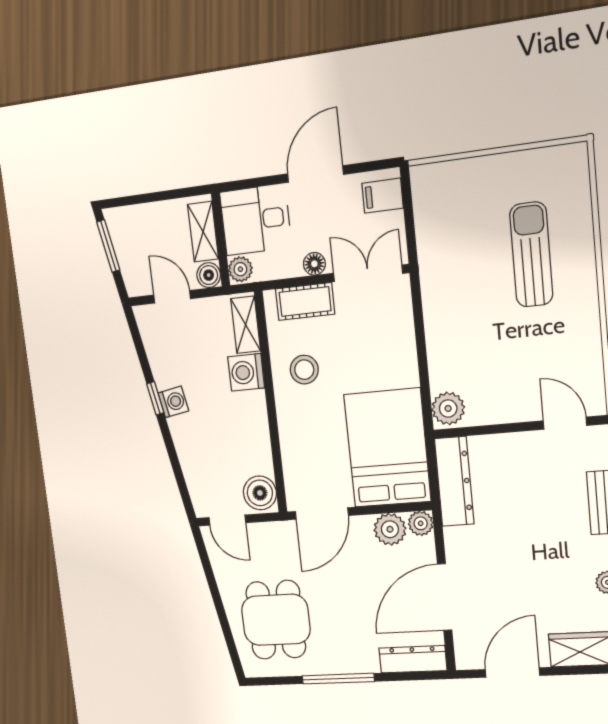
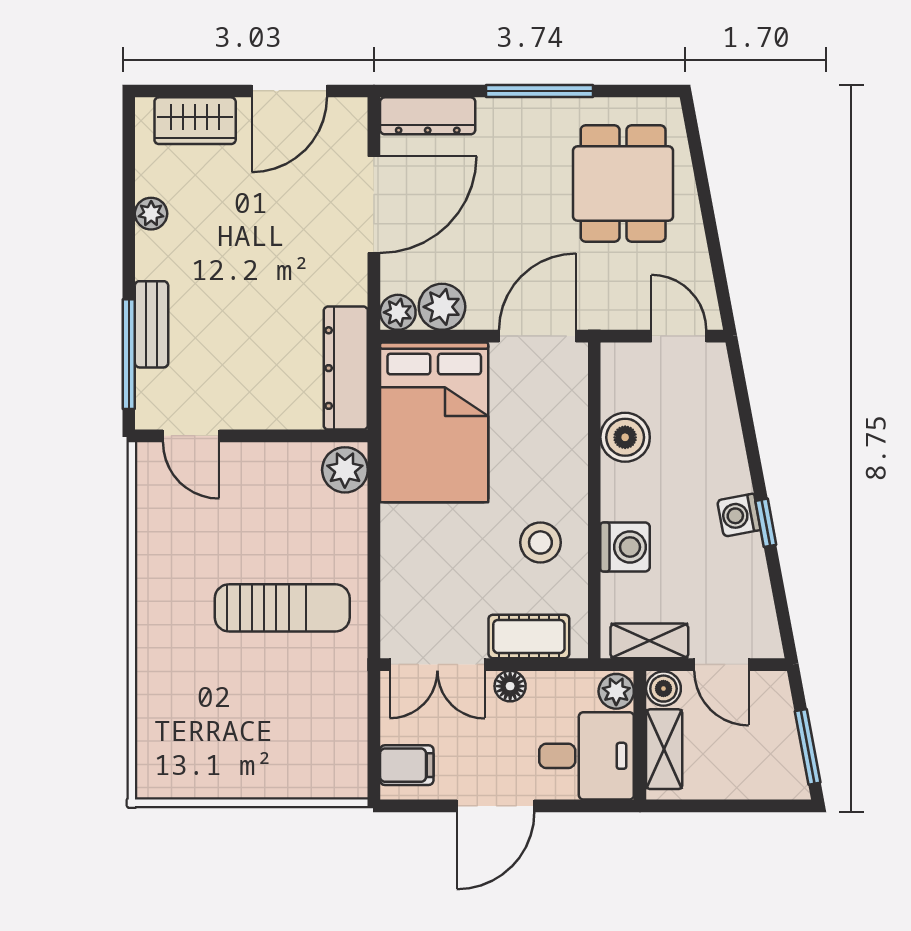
sun lounger: (531, 255) -> (282, 608), moved, turned -90
shelving: (246, 325) -> (649, 641), moved, turned 90
boiler: (260, 493) -> (625, 437), moved

